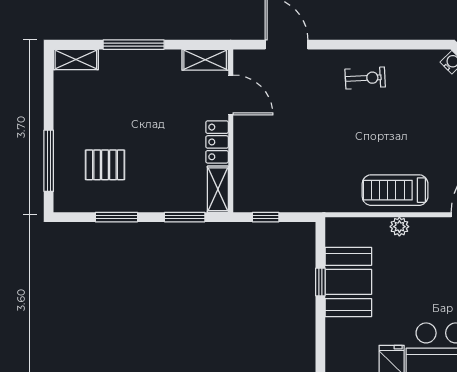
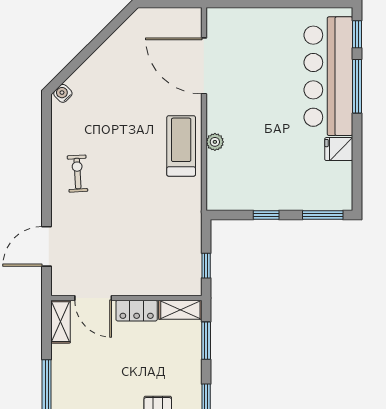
door: (231, 95) -> (93, 298), swing flipped
treadmill: (395, 190) -> (181, 146), turned 180
booth: (348, 282) -> (266, 189), removed
window: (320, 343) -> (323, 215), added

